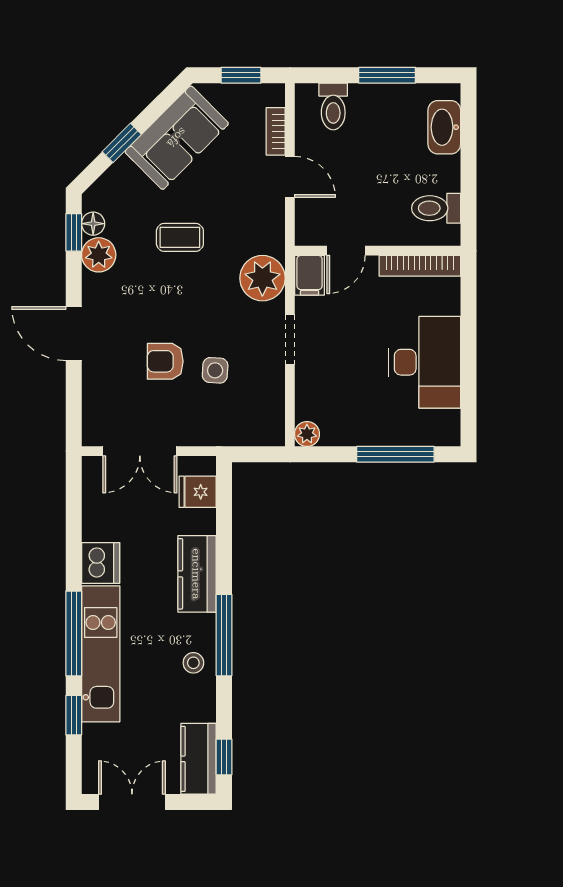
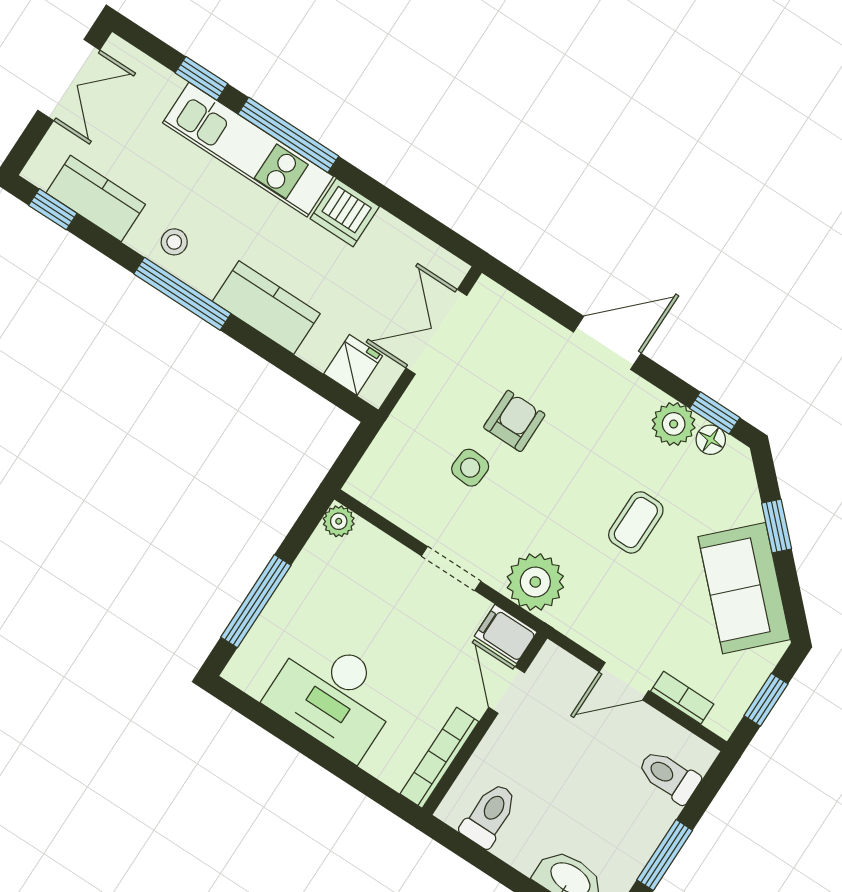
kitchen counter: (199, 759) -> (96, 199), moved

